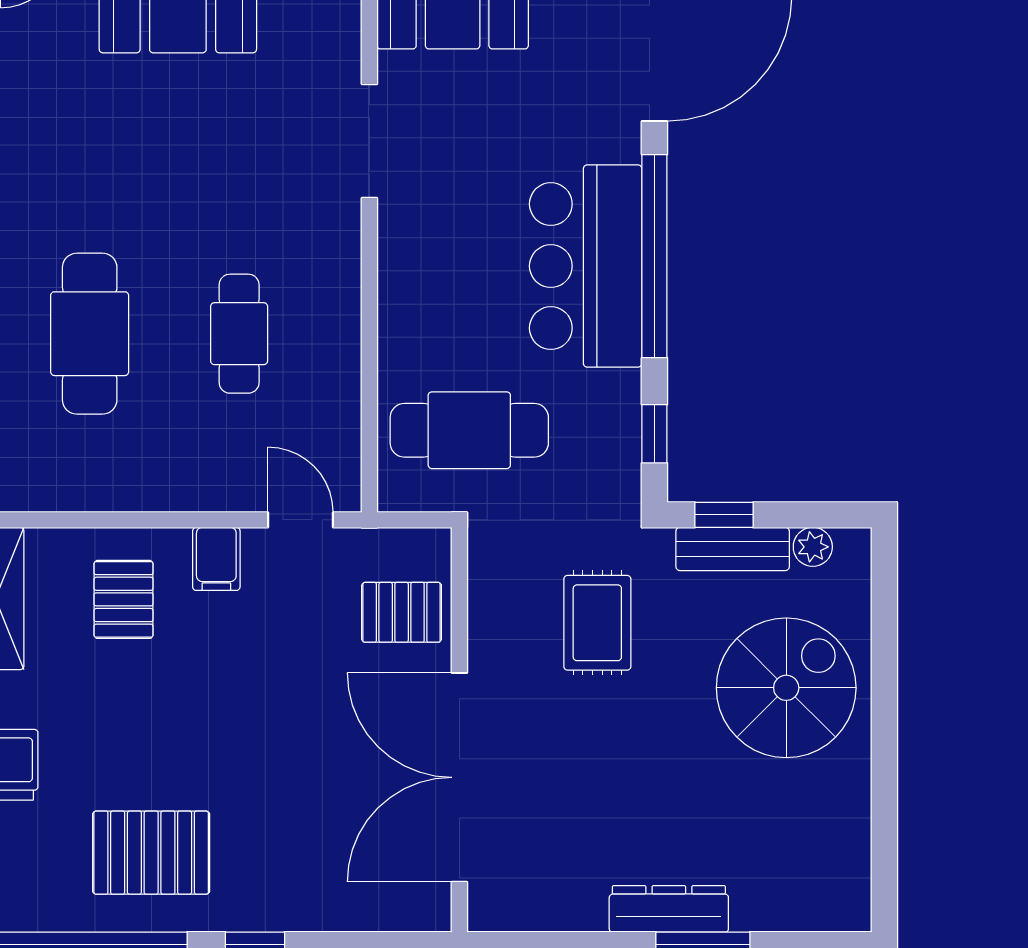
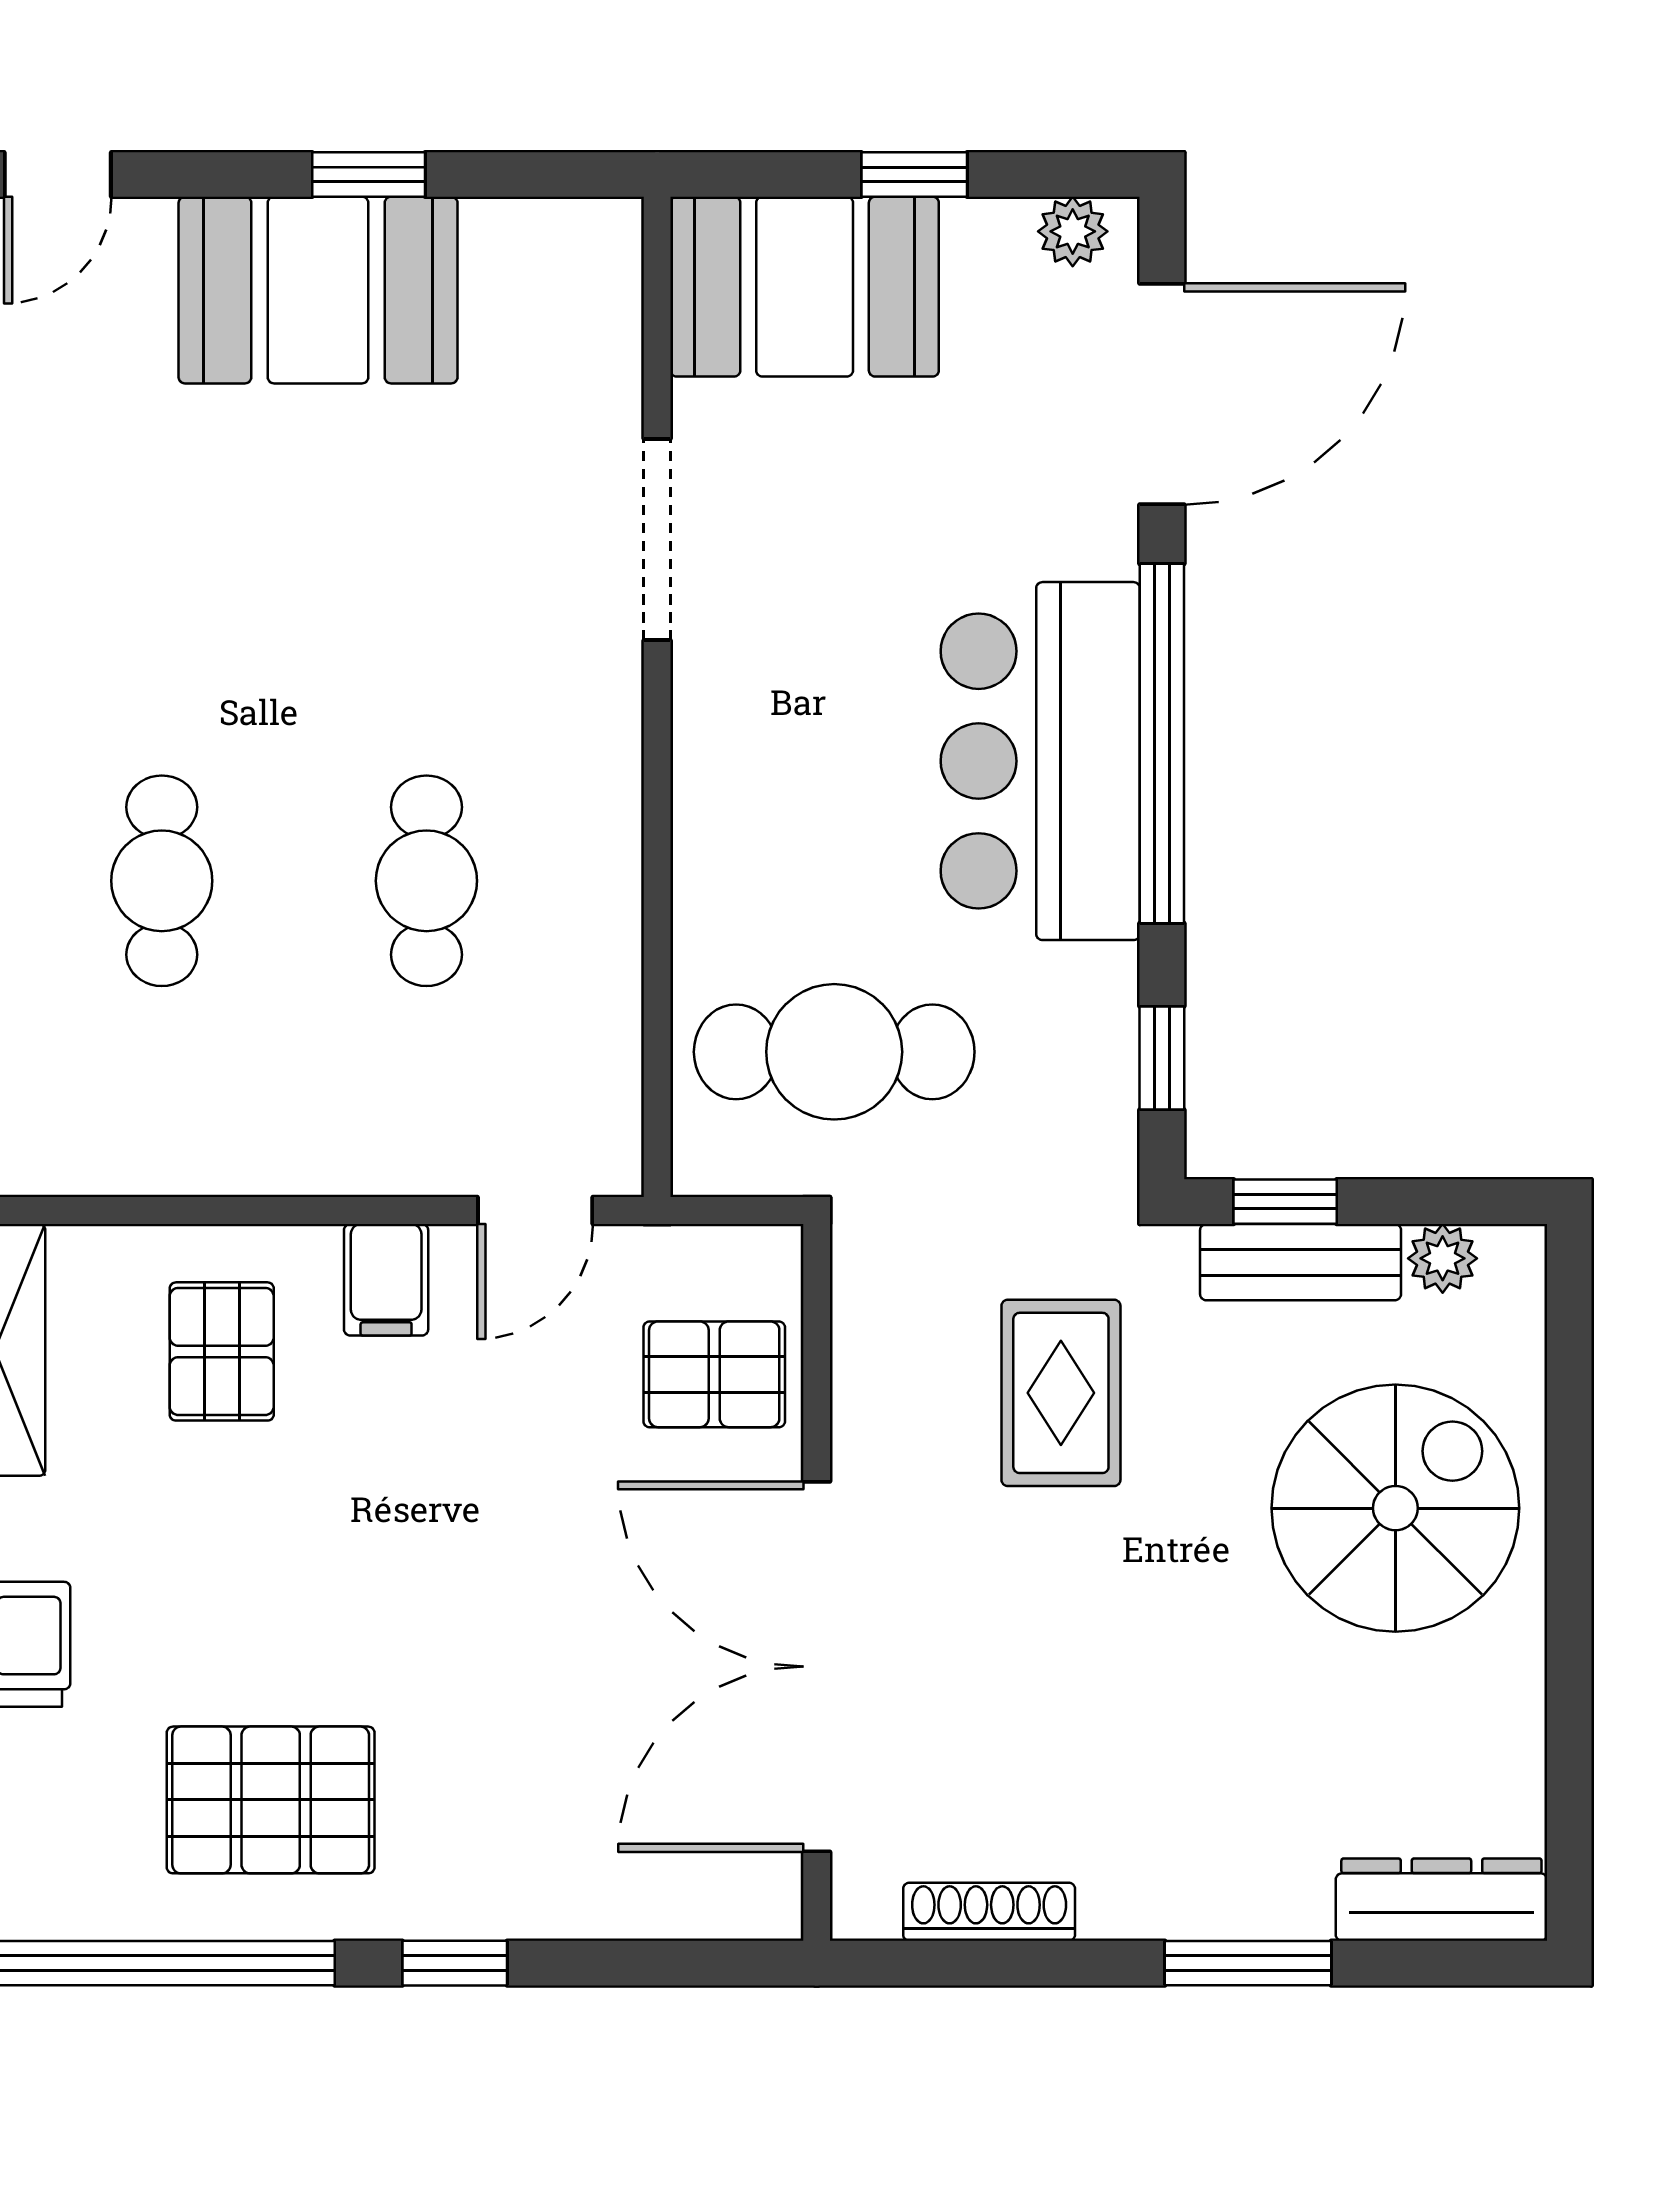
cafe table: (90, 334) -> (162, 881), width x0.73, depth x0.74
door: (300, 520) -> (535, 1210), swing flipped
dresser: (669, 909) -> (1441, 1900), moved
shoe rack: (557, 916) -> (989, 1912), added

